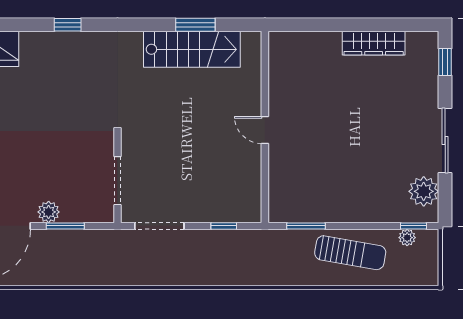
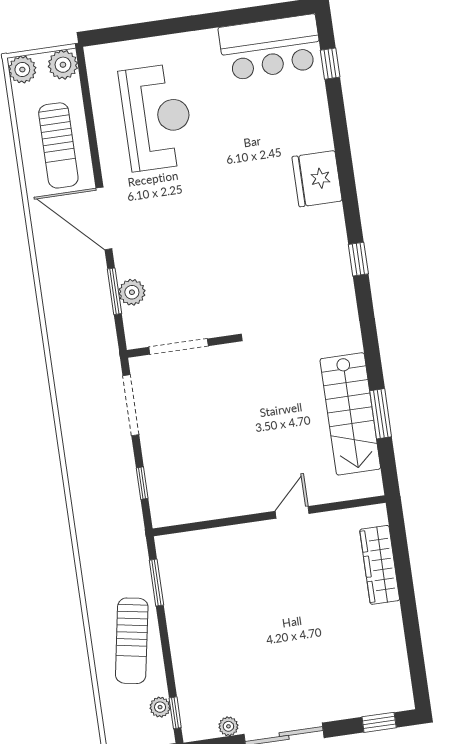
wardrobe: (374, 43) -> (380, 565), moved
door: (265, 130) -> (292, 512), moved
plant: (424, 191) -> (228, 726), width x0.53, depth x0.53
plant: (49, 212) -> (132, 292), moved

